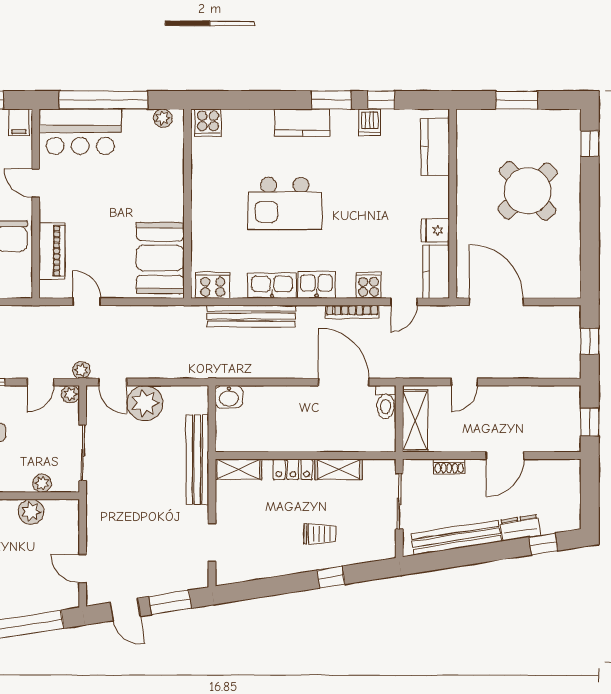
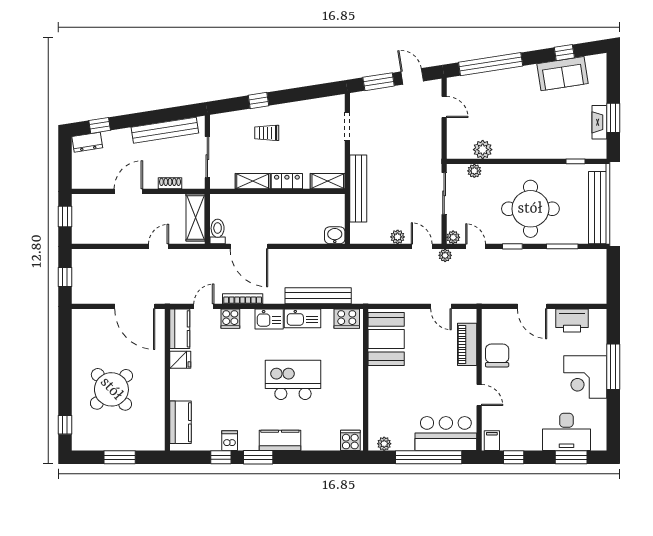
door: (40, 382) -> (476, 246), hinge flipped
plant: (145, 403) -> (398, 237), width x0.53, depth x0.53
dresser: (520, 528) -> (87, 142), moved

